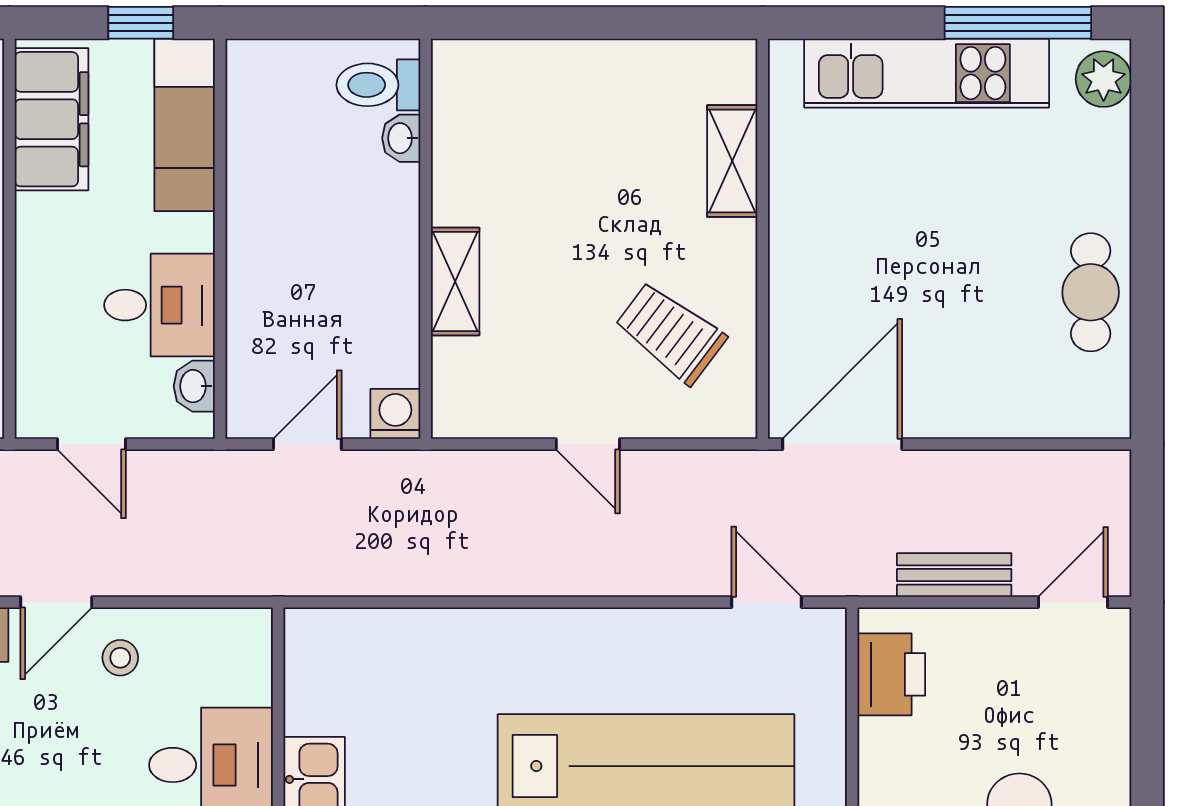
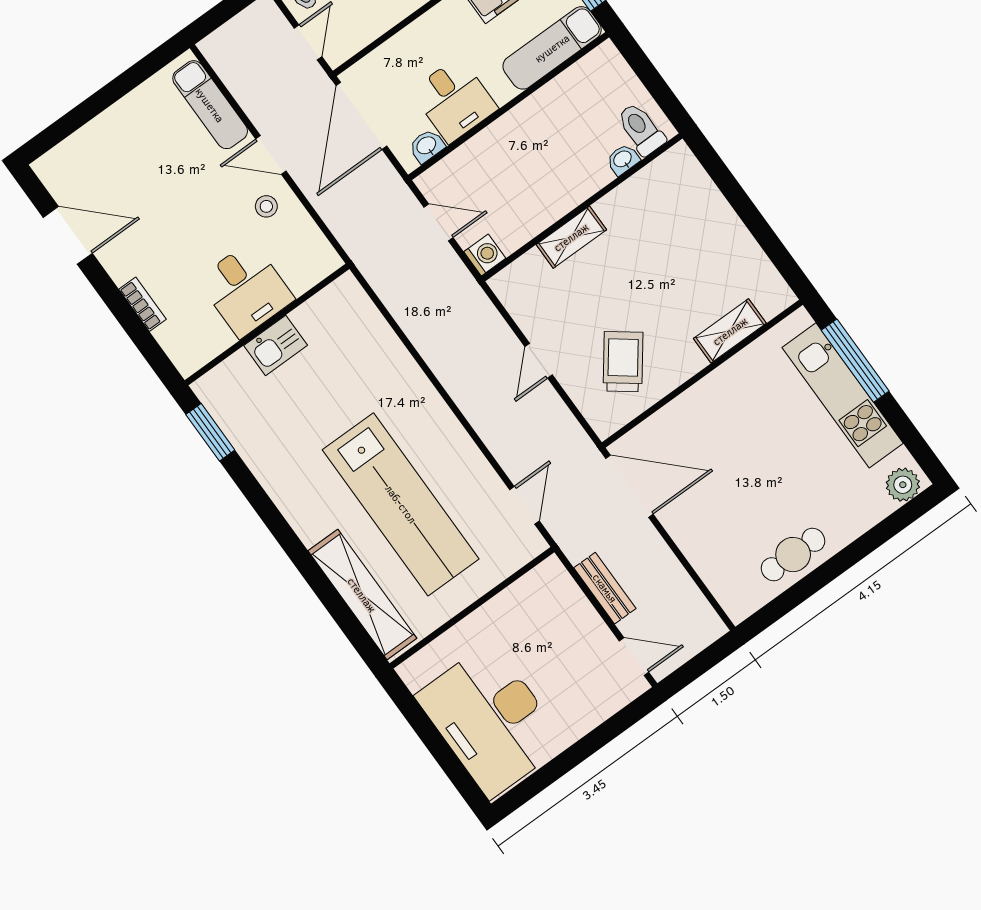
window: (1018, 23) -> (855, 361), moved
door: (91, 444) -> (361, 116), width x1.87
printer: (891, 674) -> (533, 593), removed

